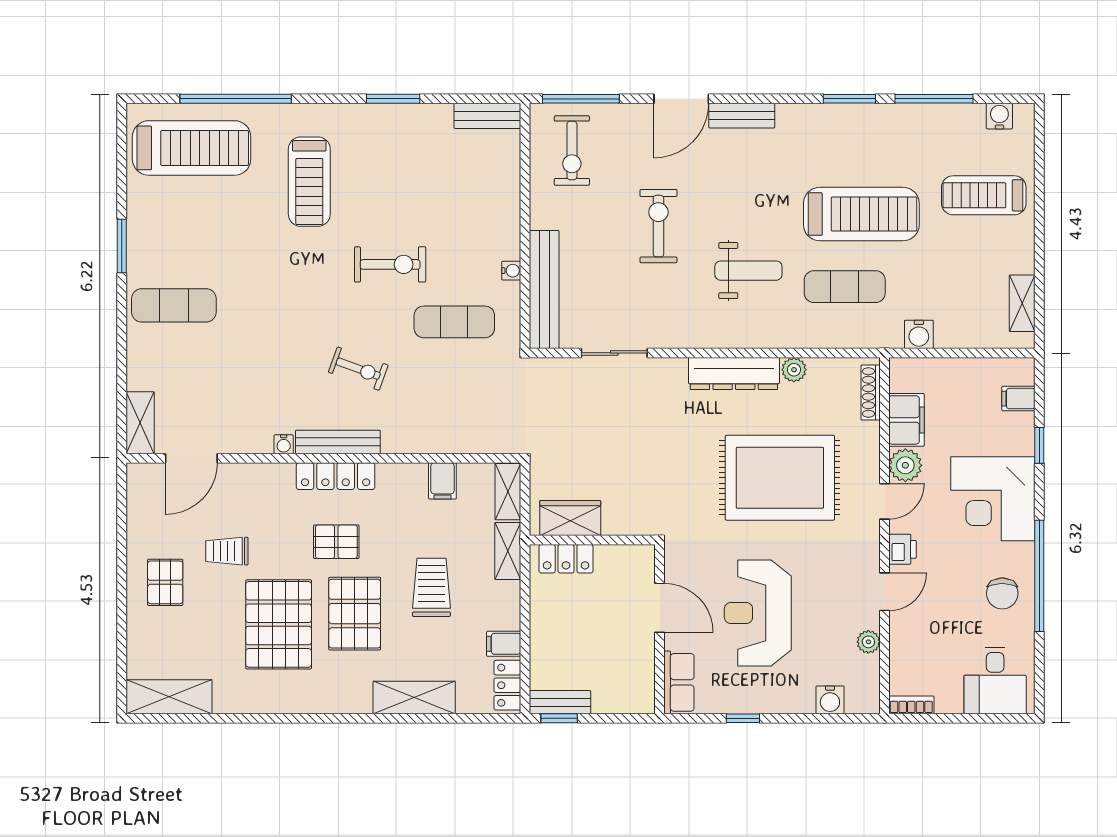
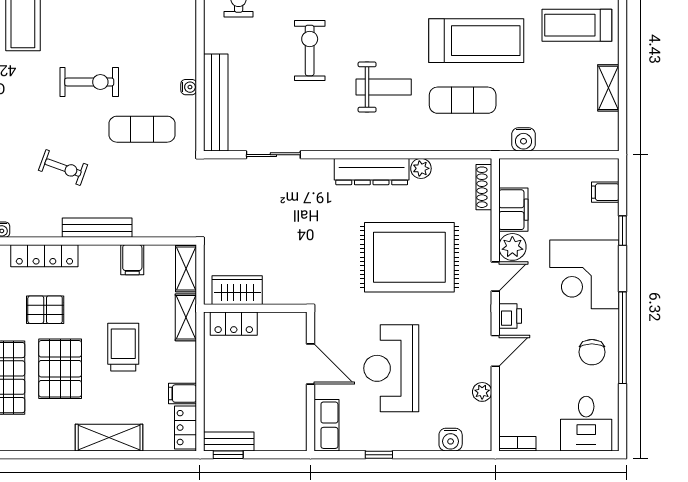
shelving: (1022, 303) -> (608, 88), moved
bench: (338, 442) -> (97, 228), moved

